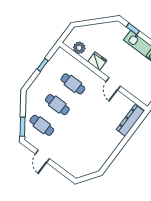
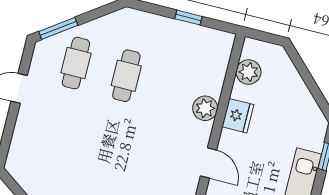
plant: (87, 75) -> (205, 108), added
cafe table: (73, 84) -> (177, 88), removed
door: (113, 84) -> (209, 163), swing flipped

